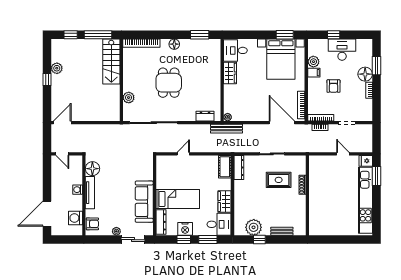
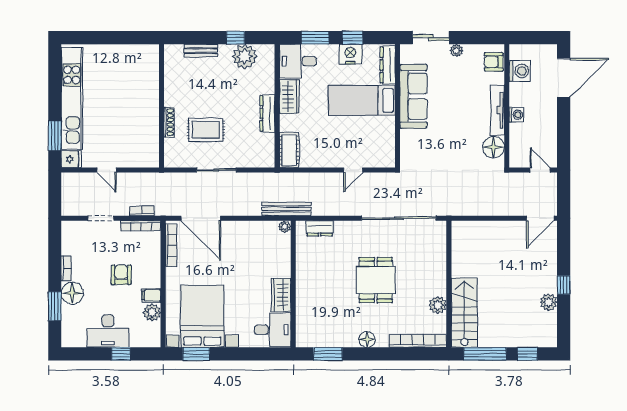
plant: (129, 98) -> (438, 305), moved
dresser: (239, 168) -> (267, 113), moved

